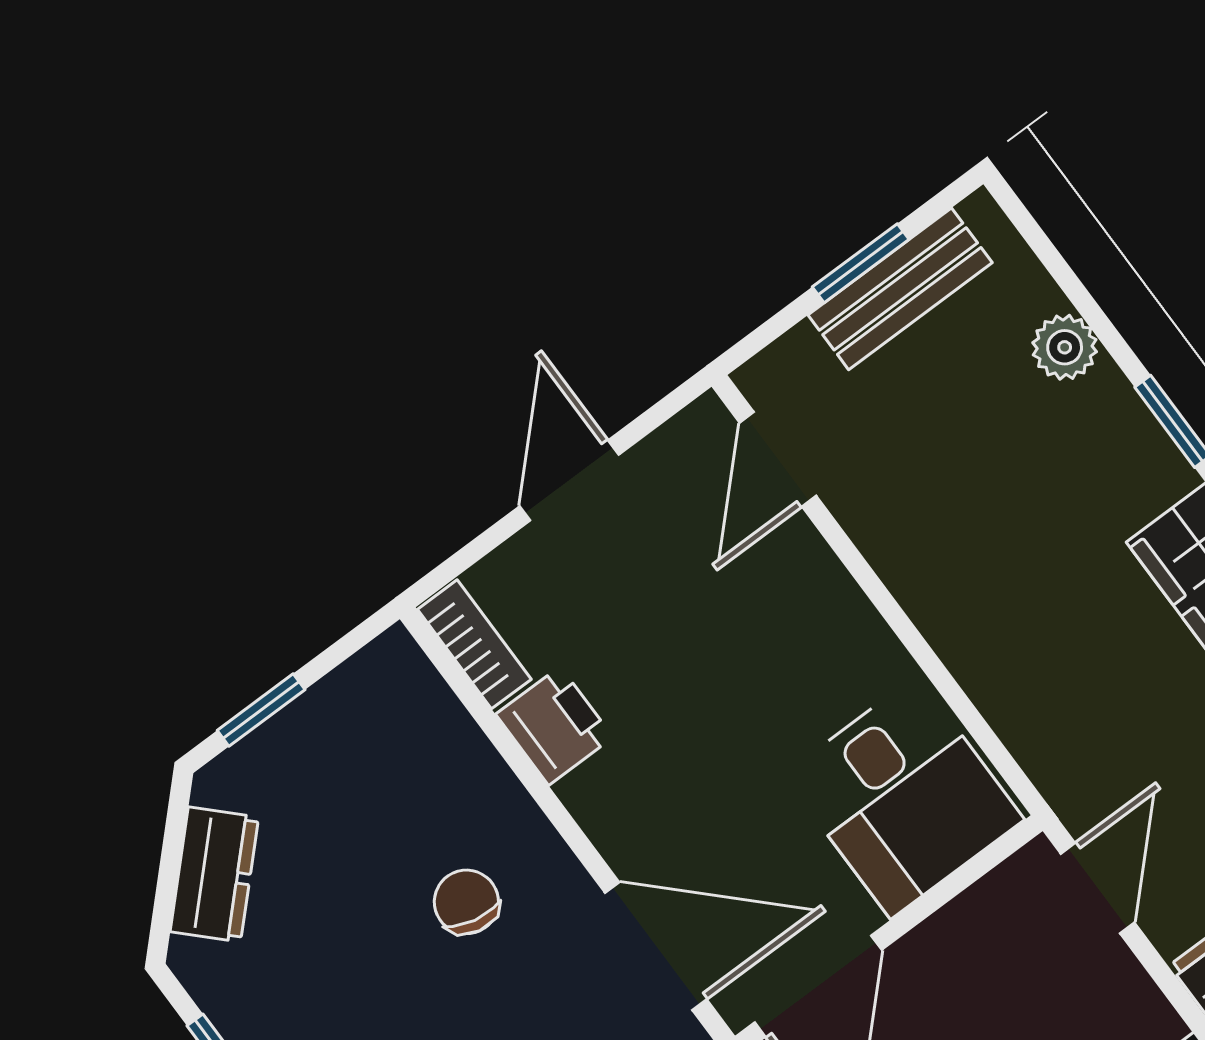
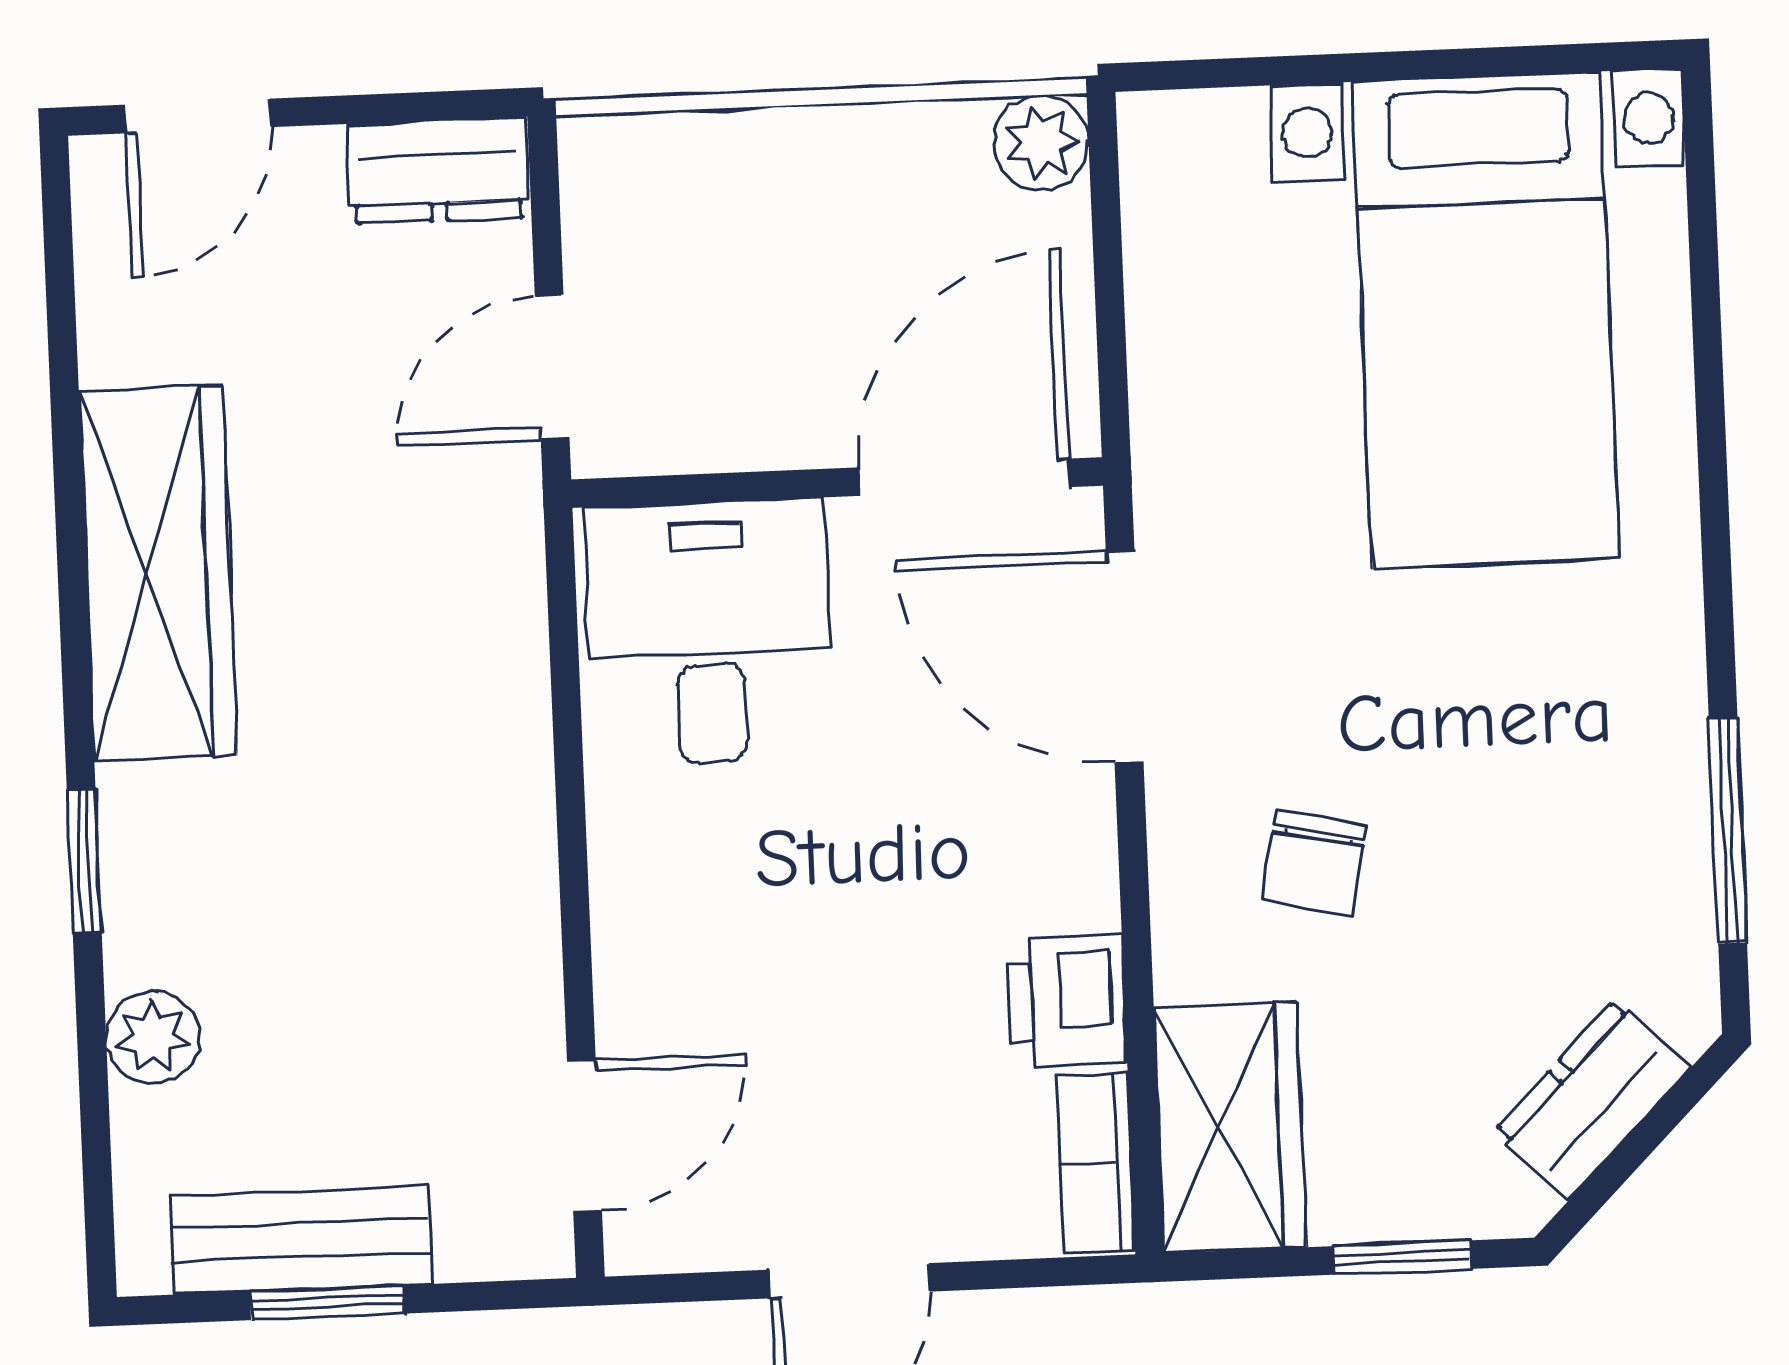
wardrobe: (411, 717) -> (1230, 1127), added

